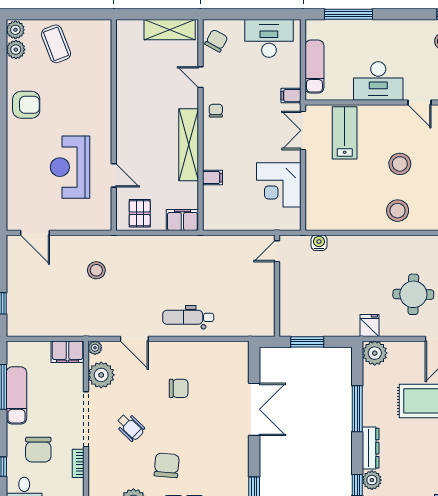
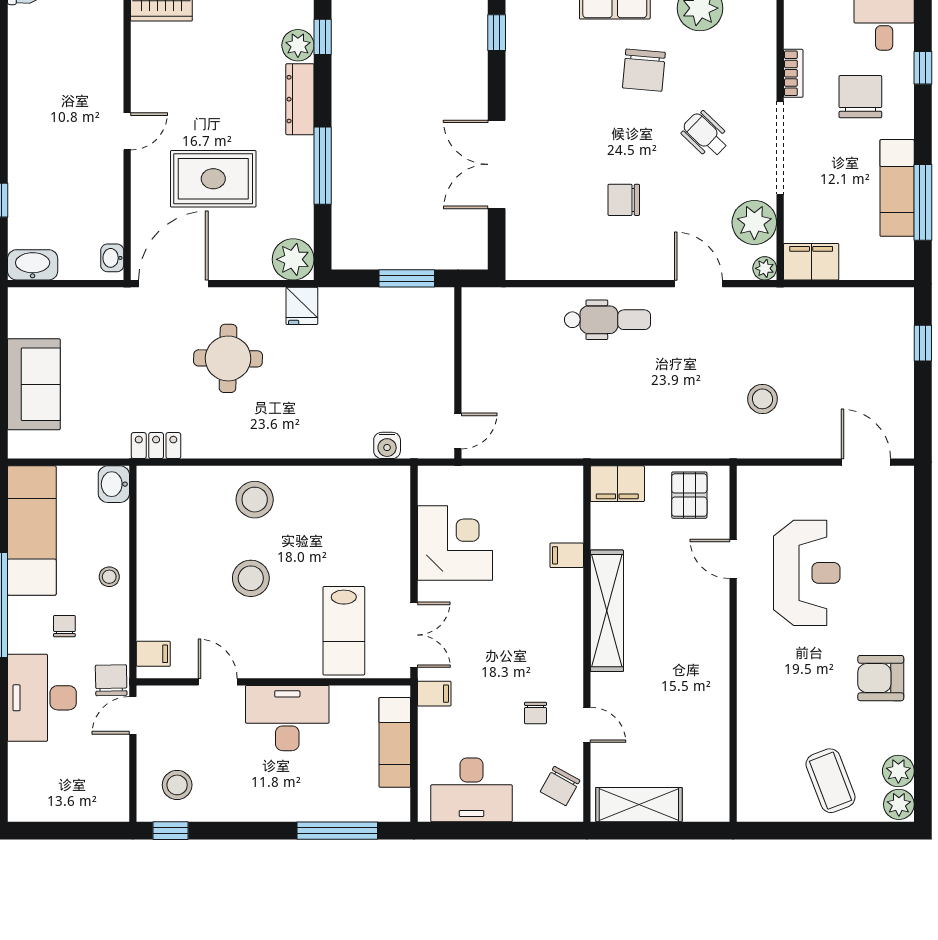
chair: (216, 111) -> (535, 713), moved

